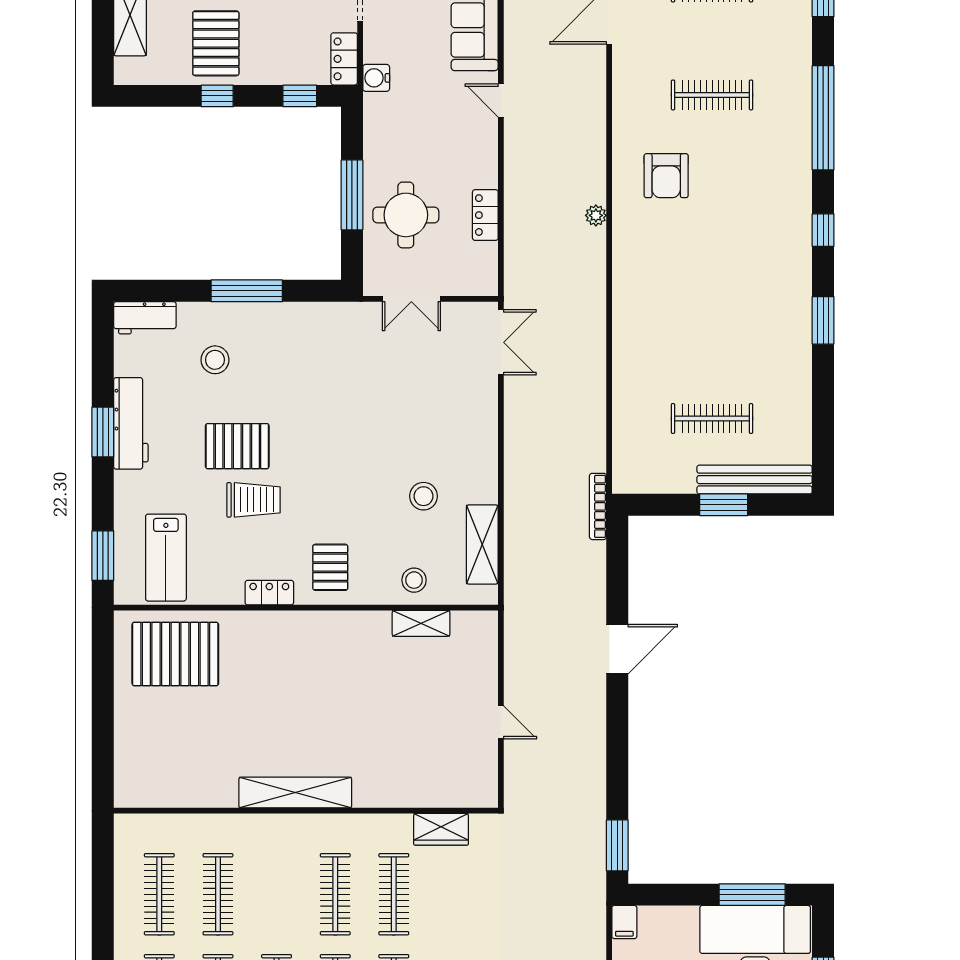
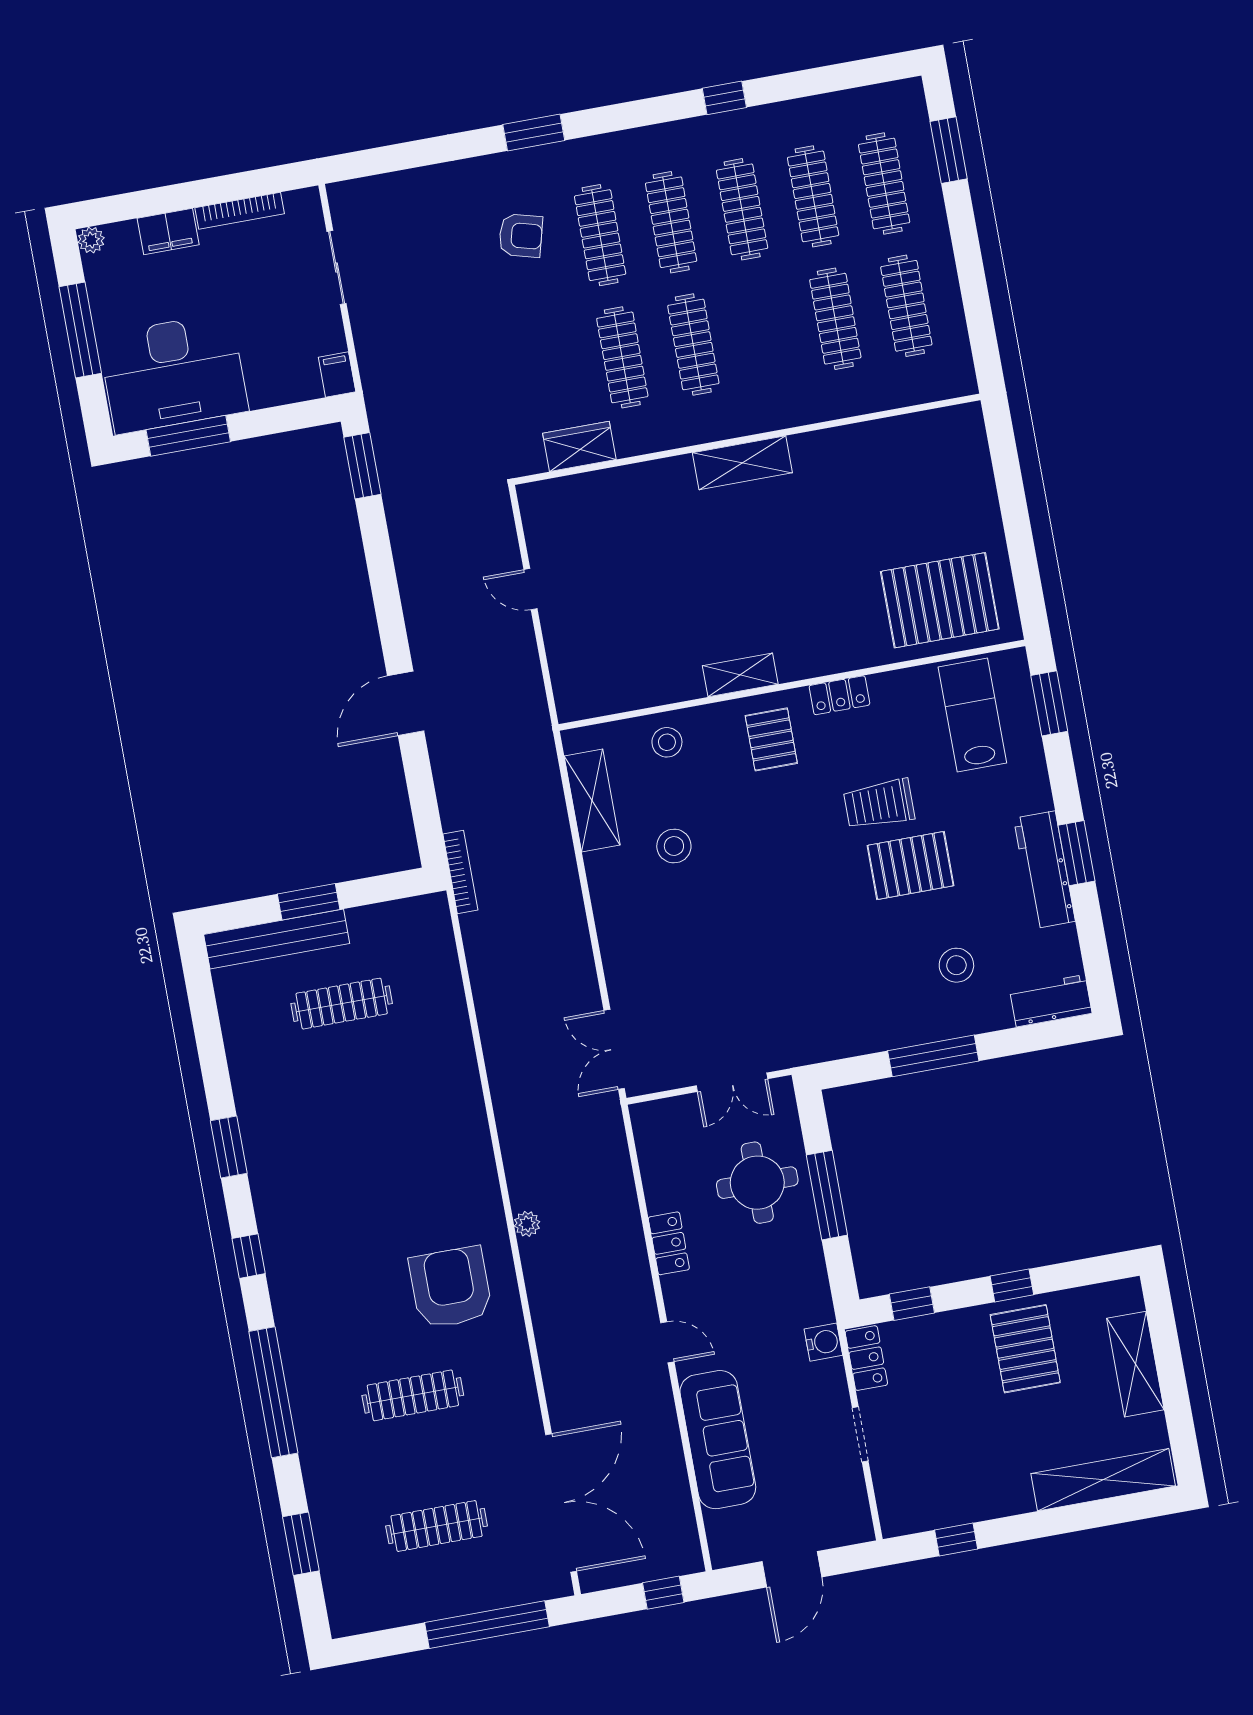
armchair: (666, 176) -> (451, 1288), width x1.36, depth x1.36
locker: (485, 215) -> (669, 1243), moved
double door: (411, 299) -> (732, 1082), swing flipped
shelving: (421, 623) -> (740, 675), moved
shelving: (295, 793) -> (742, 463), width x0.68

